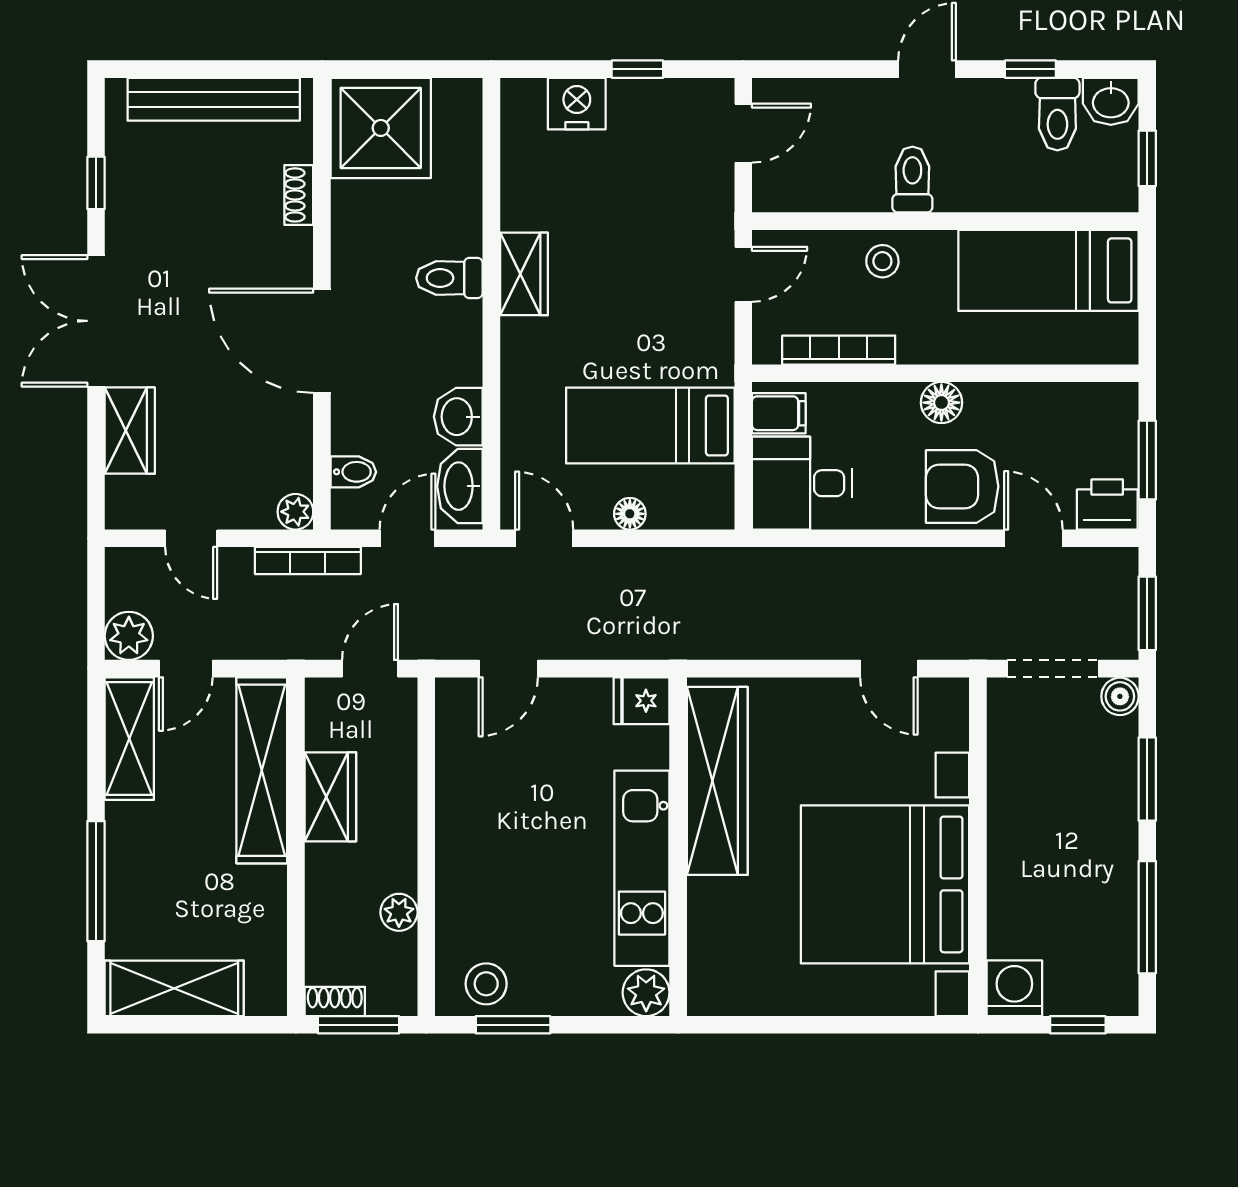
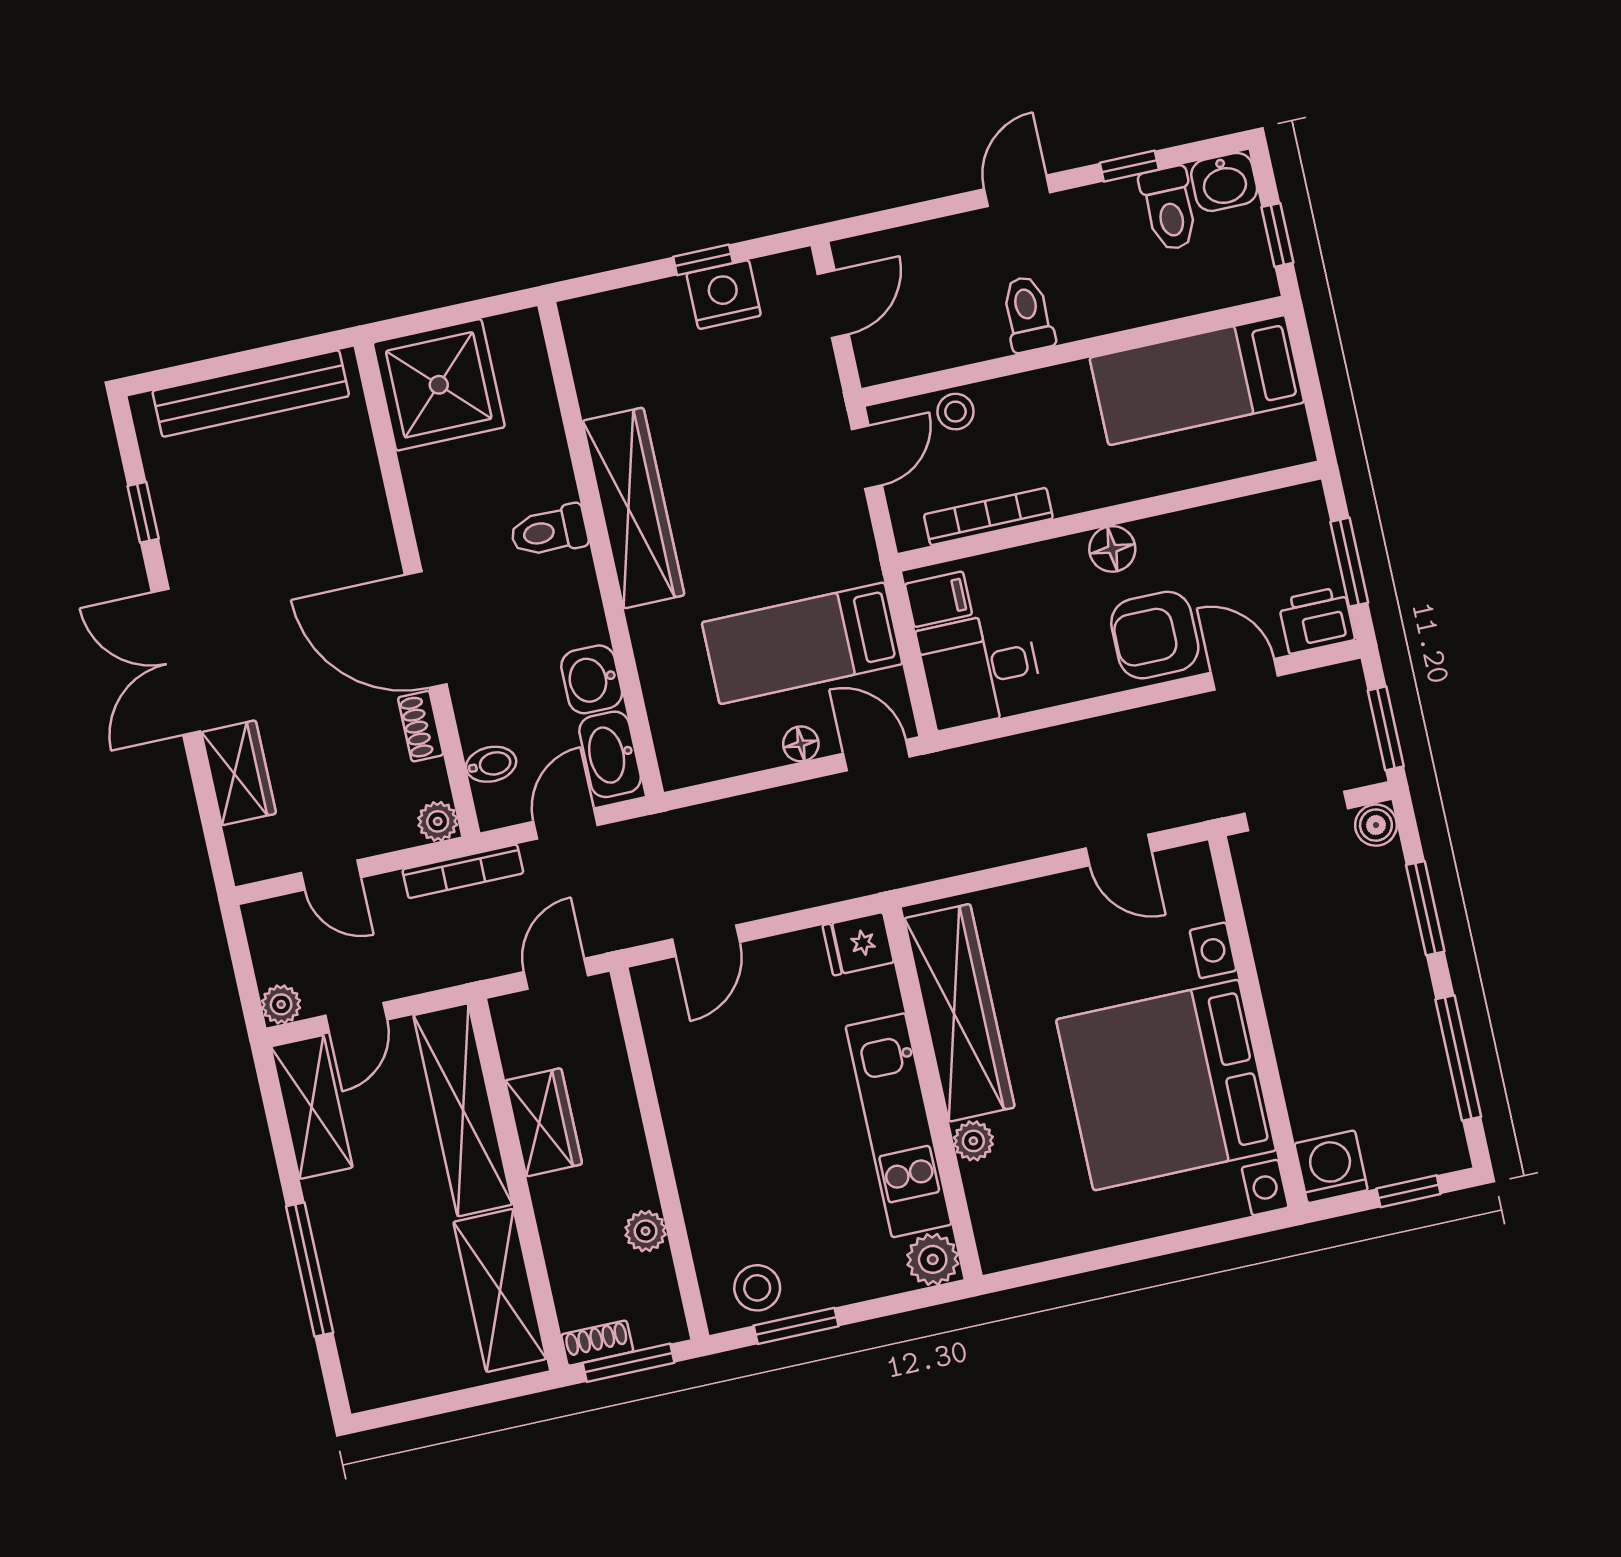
nightstand: (577, 104) -> (724, 295), moved
shoe rack: (299, 195) -> (421, 726), moved
stool: (882, 261) -> (955, 412), moved
wardrobe: (524, 274) -> (633, 508), width x2.10, depth x1.17
door: (544, 538) -> (876, 755), moved
plant: (129, 636) -> (281, 1004), width x0.73, depth x0.73
plant: (705, 896) -> (973, 1141), added
shelving: (174, 988) -> (500, 1290), moved, turned 90

